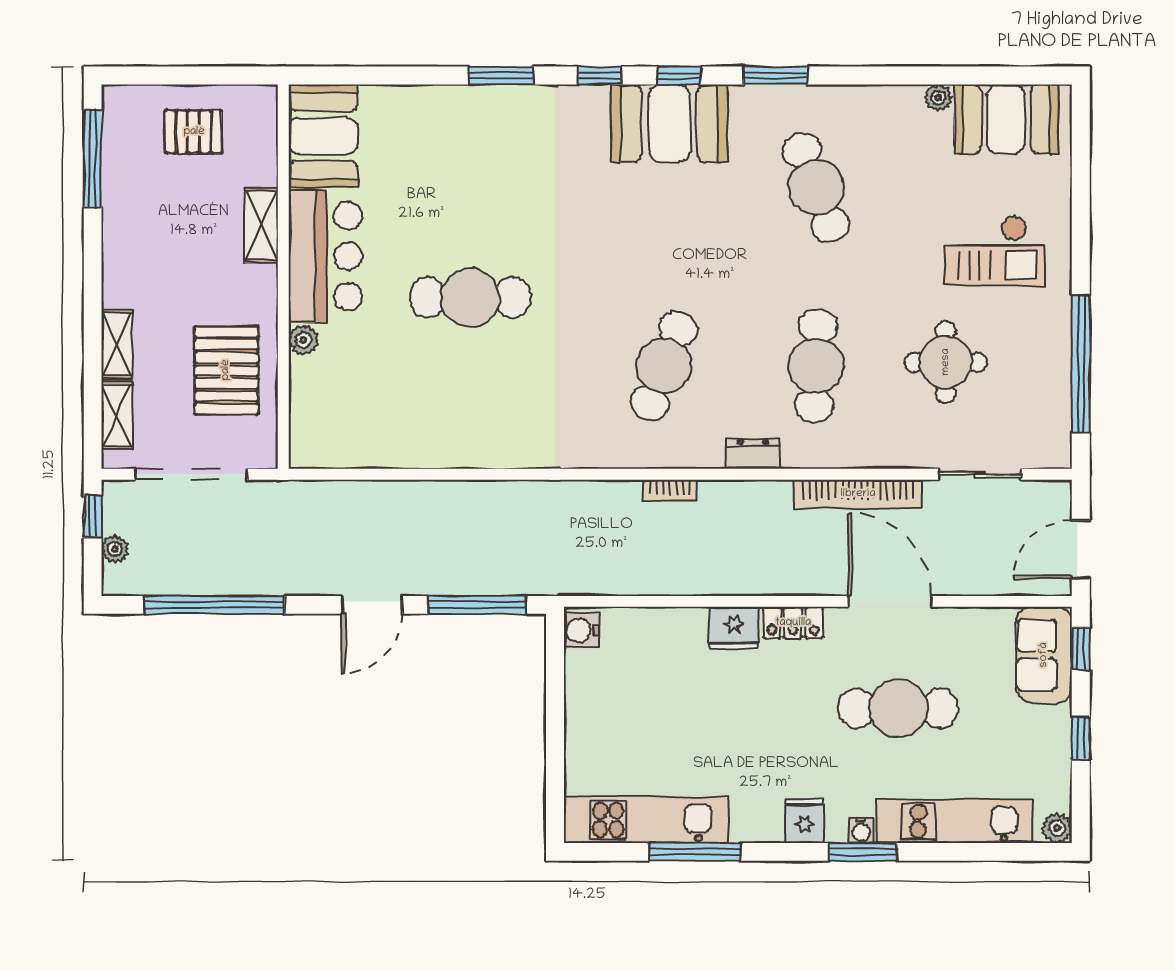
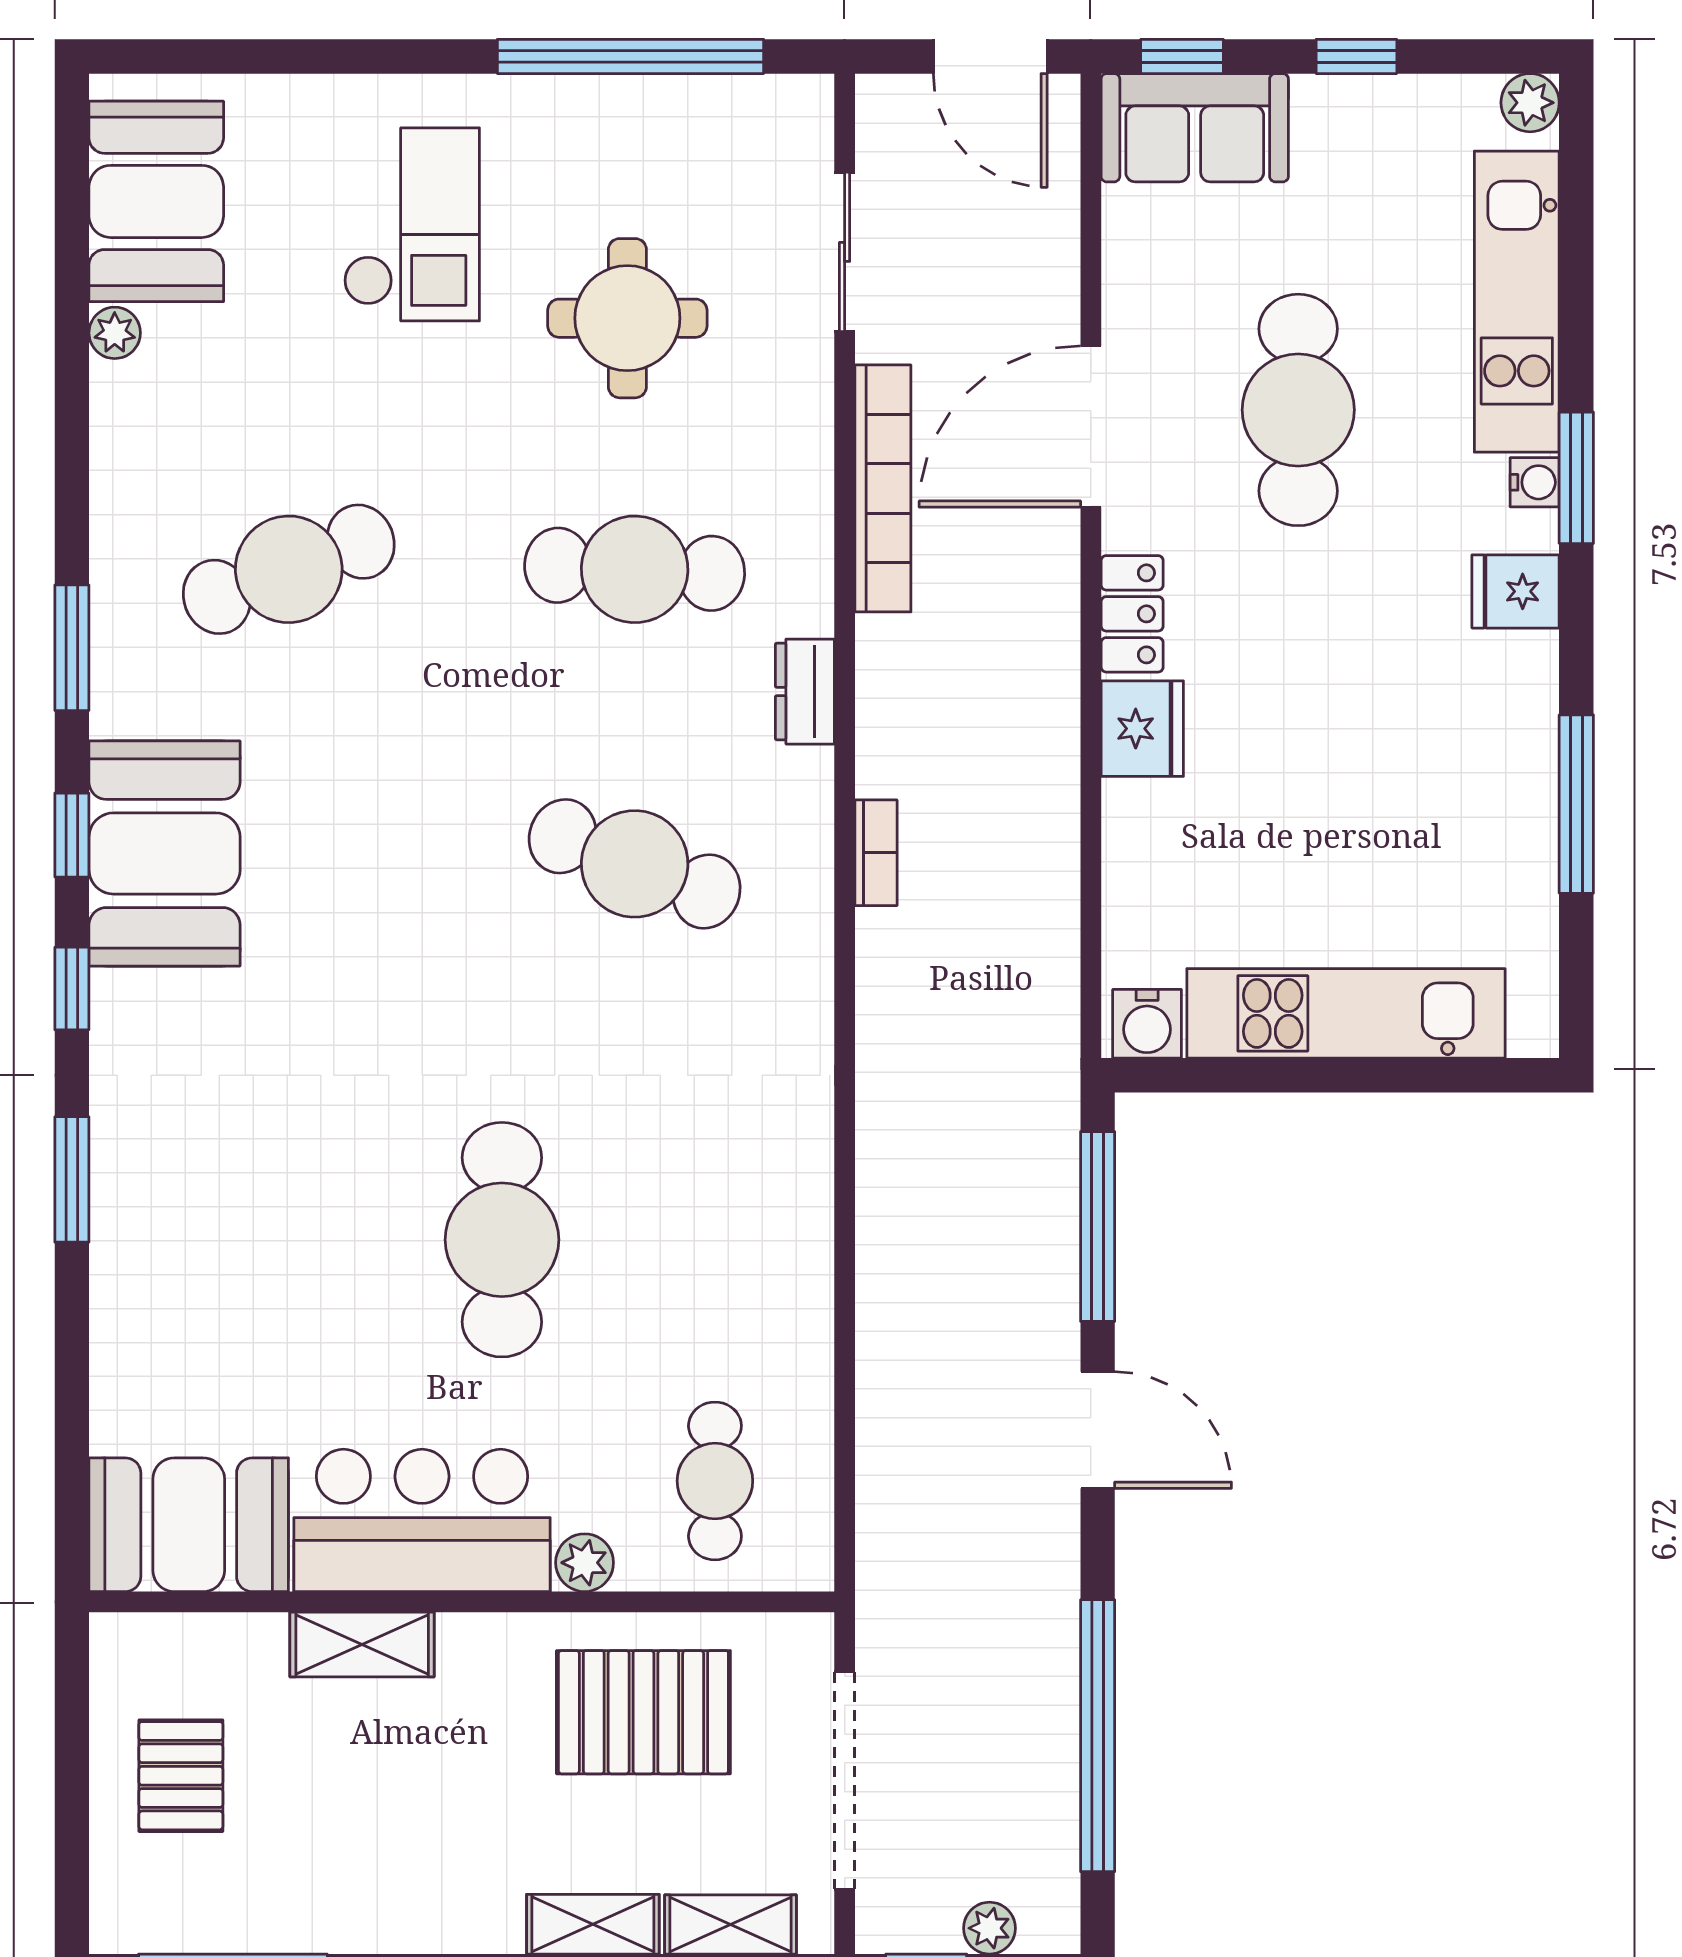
cafe table: (346, 407) -> (715, 1481), added
kitchen unit: (646, 820) -> (1346, 1013), moved, turned 90

